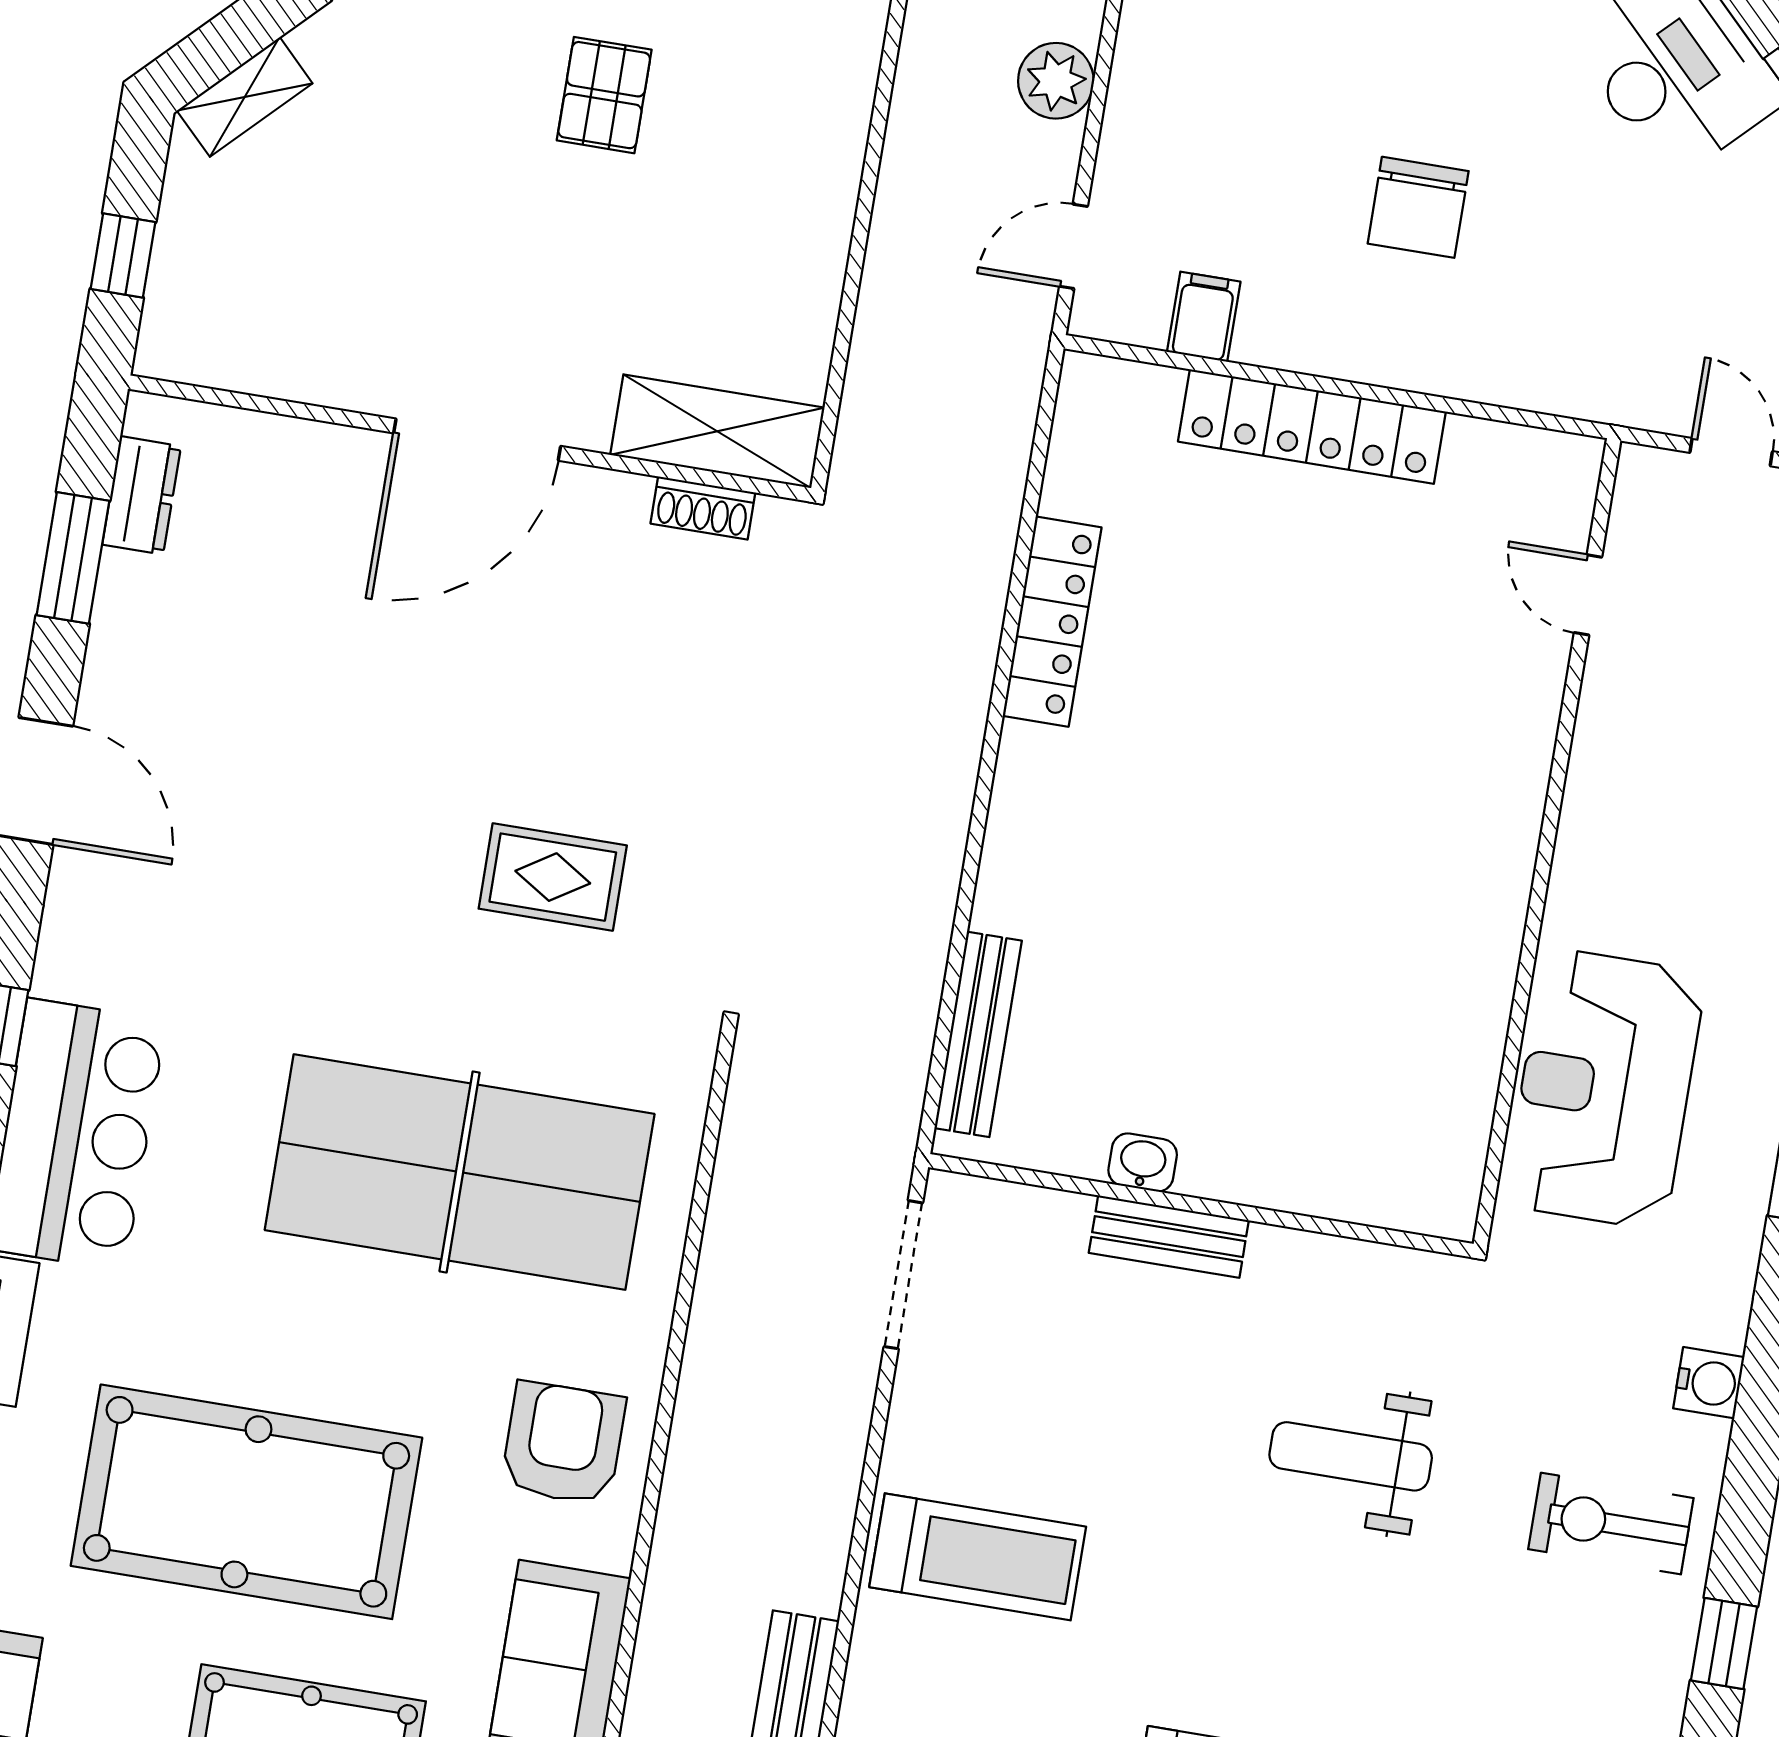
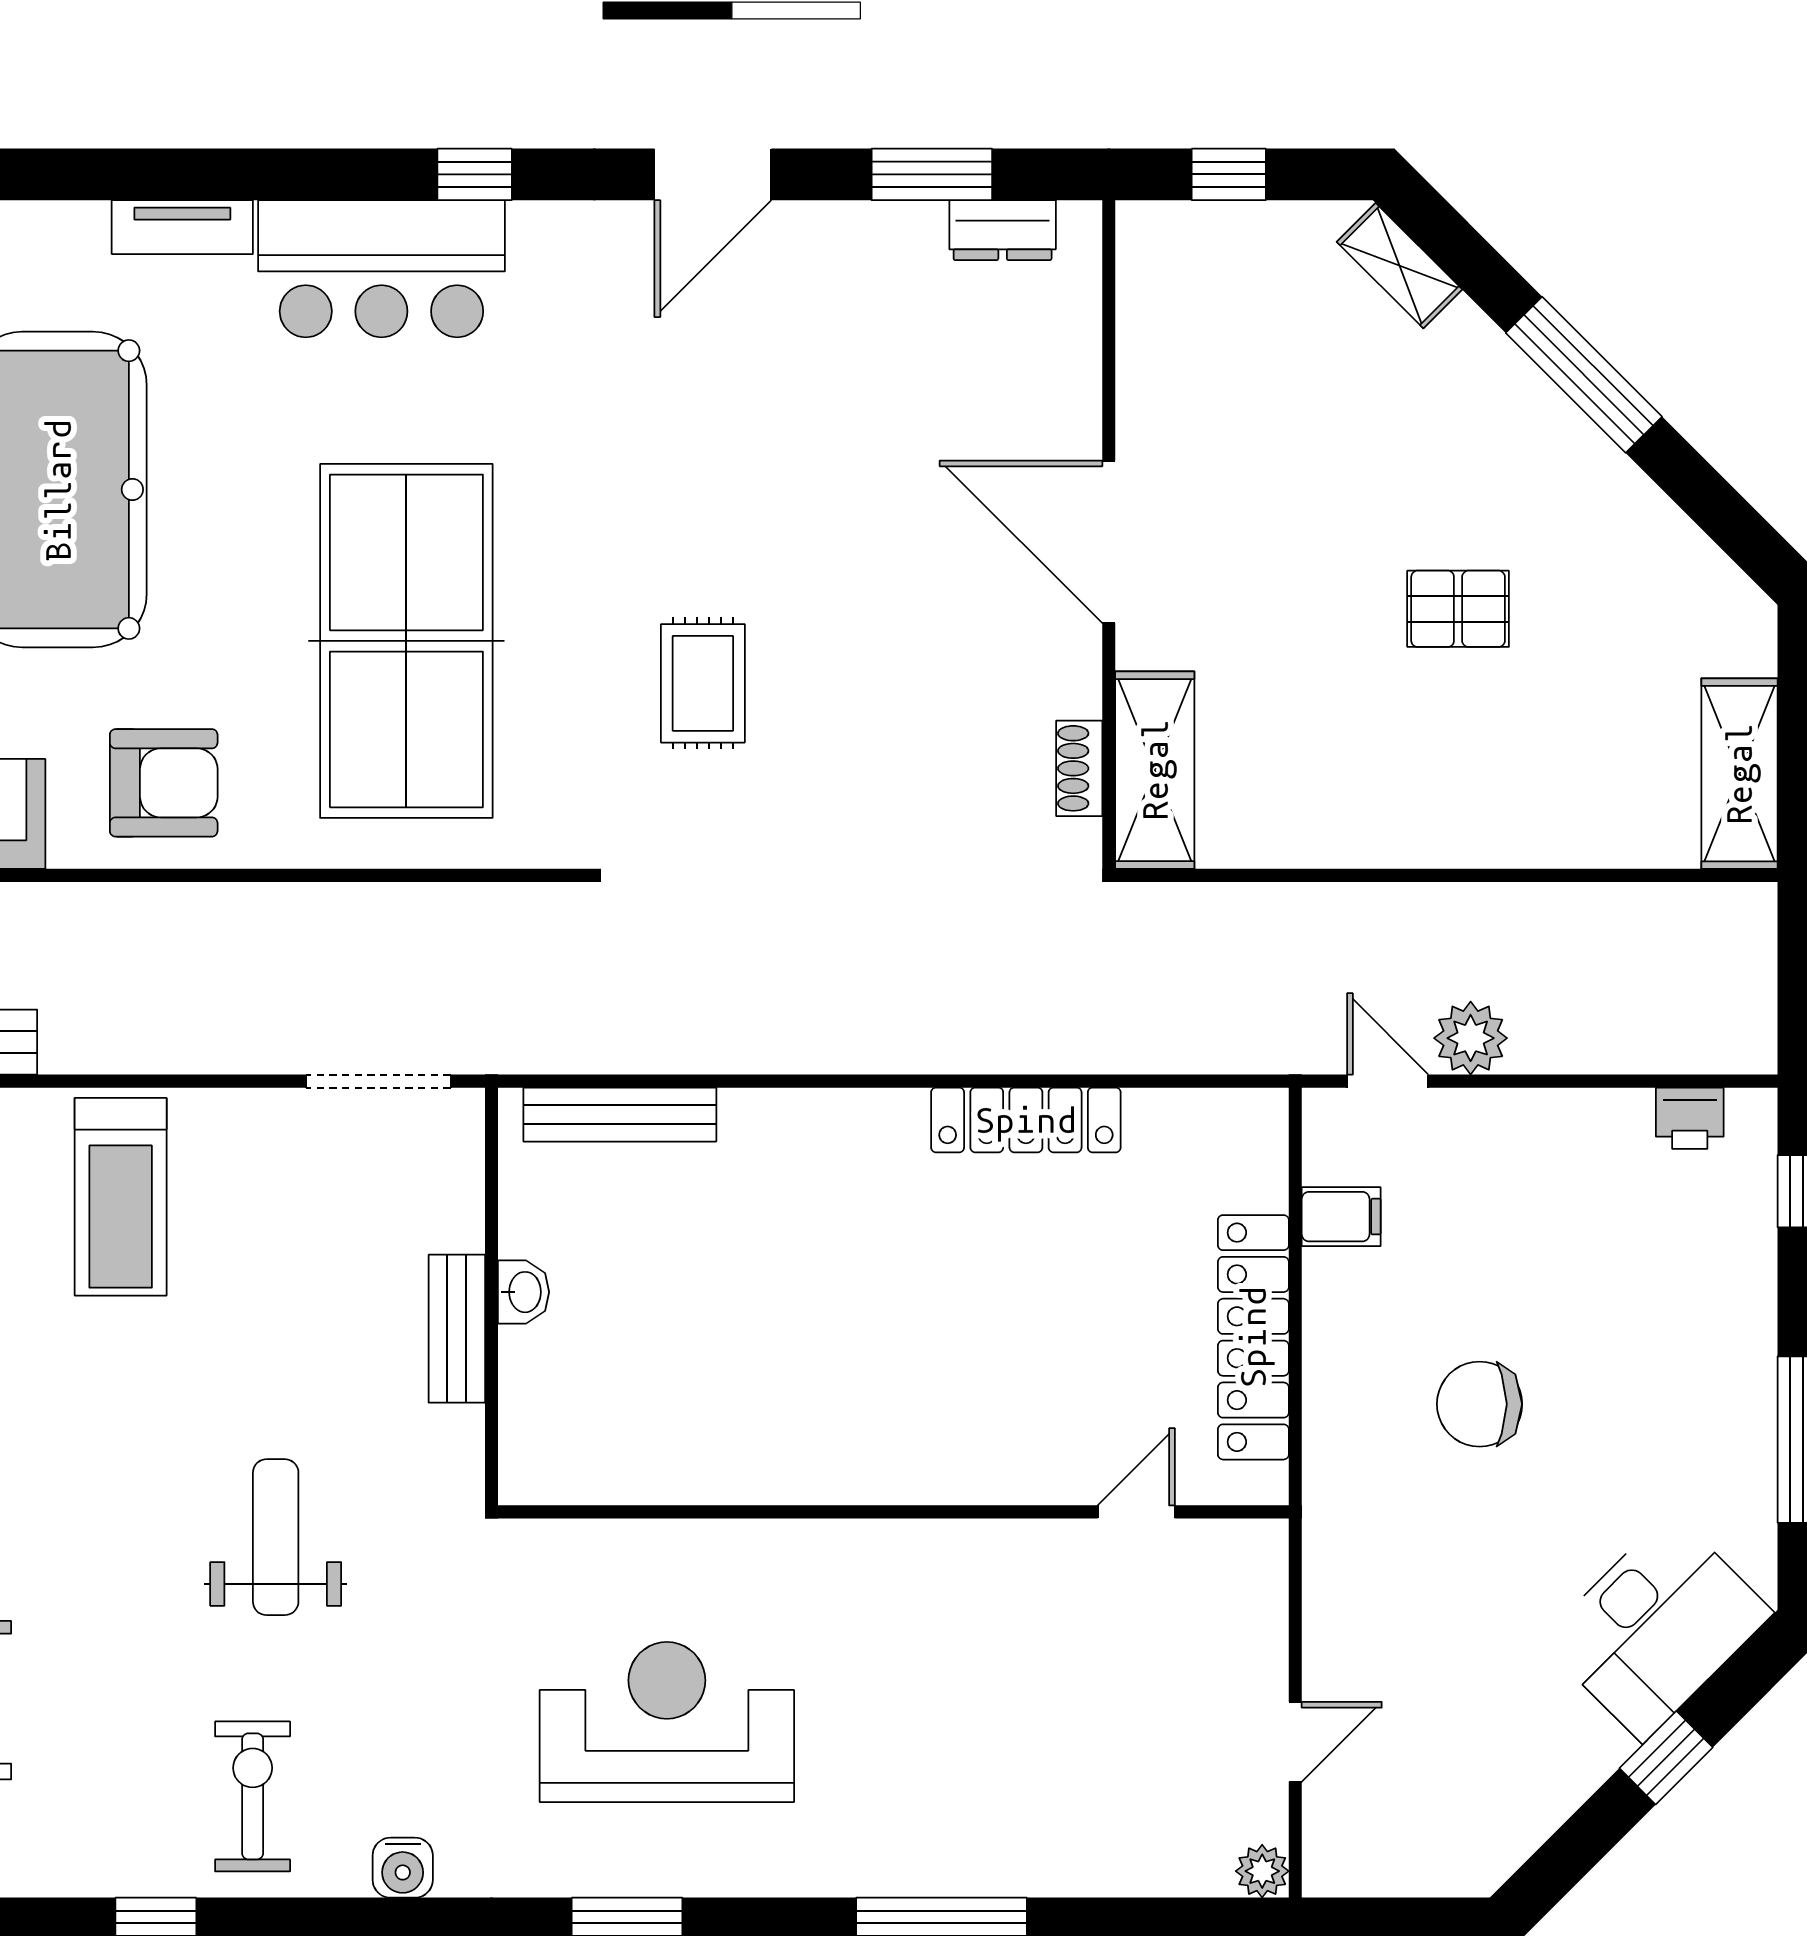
plant: (1056, 81) -> (1471, 1038), moved
door: (1588, 595) -> (1136, 1512), moved
wall: (1547, 842) -> (893, 1512), moved

